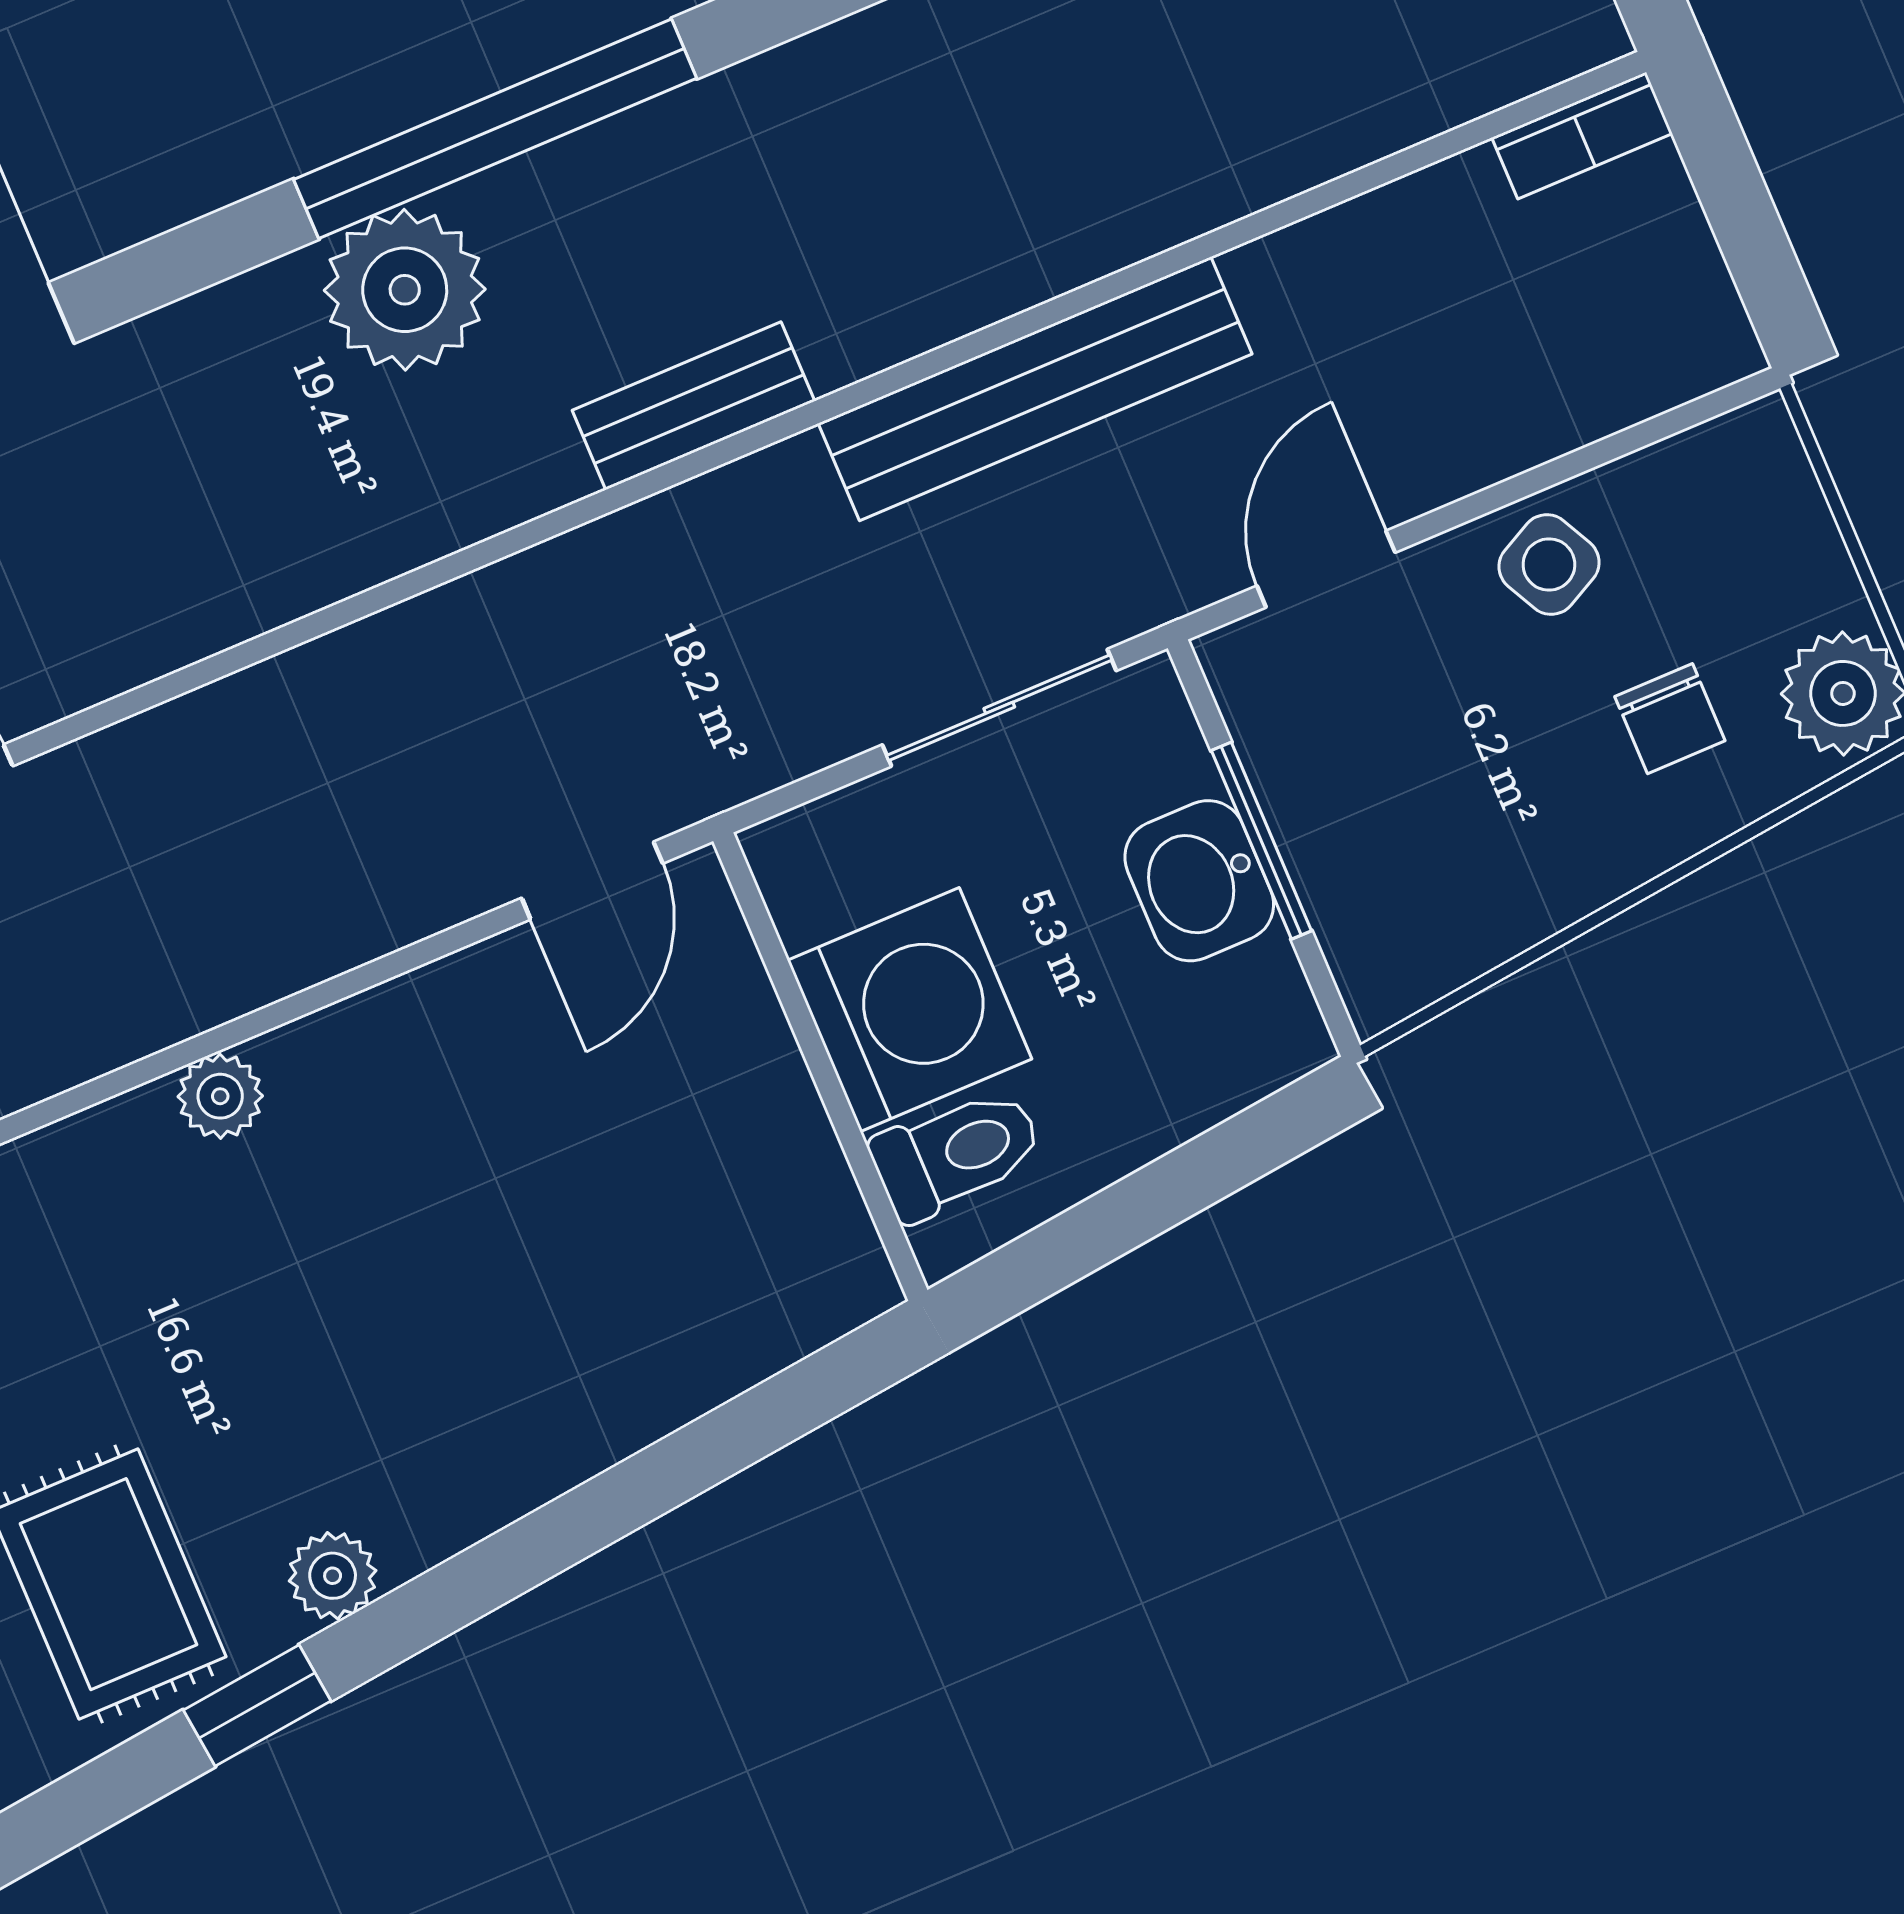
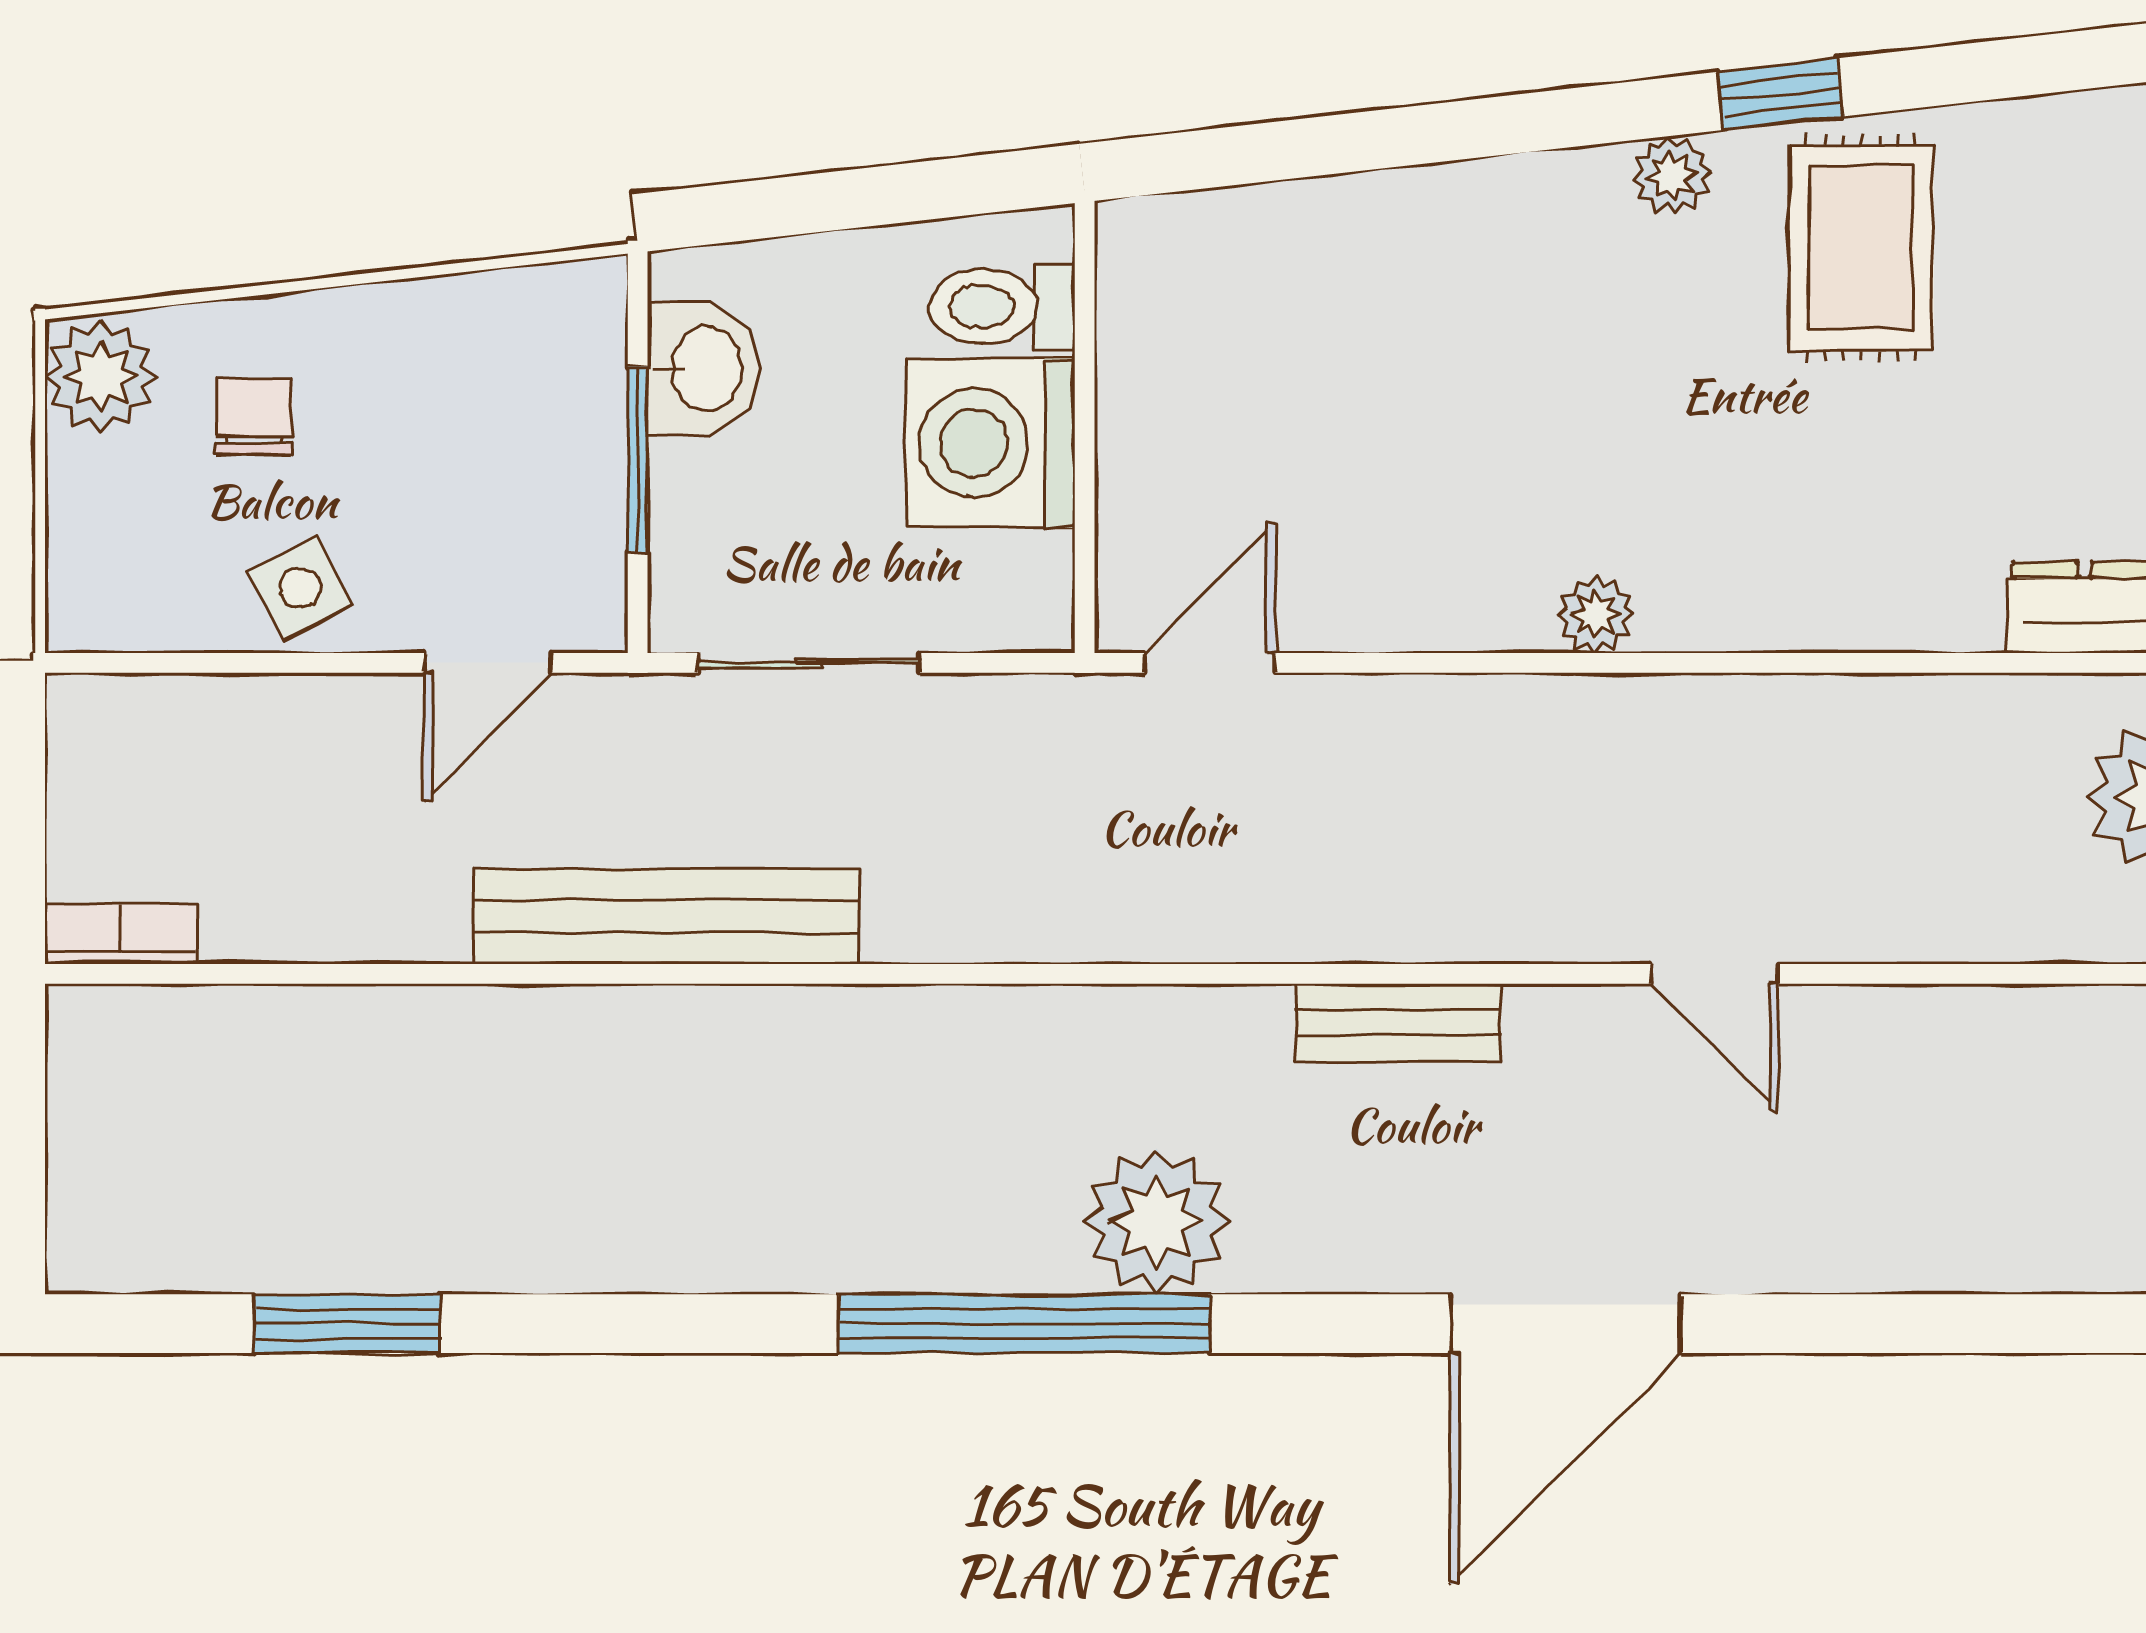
bench: (693, 406) -> (1398, 1023), moved
washbasin: (1199, 881) -> (704, 368), moved

